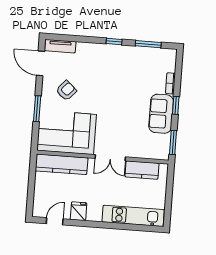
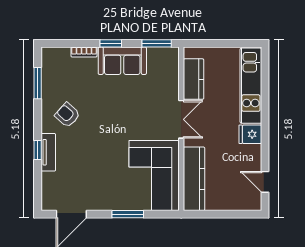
window: (114, 42) -> (38, 150), moved
tv unit: (60, 46) -> (48, 152), moved
armchair: (66, 91) -> (67, 115), moved
fridge: (79, 211) -> (250, 134), moved

